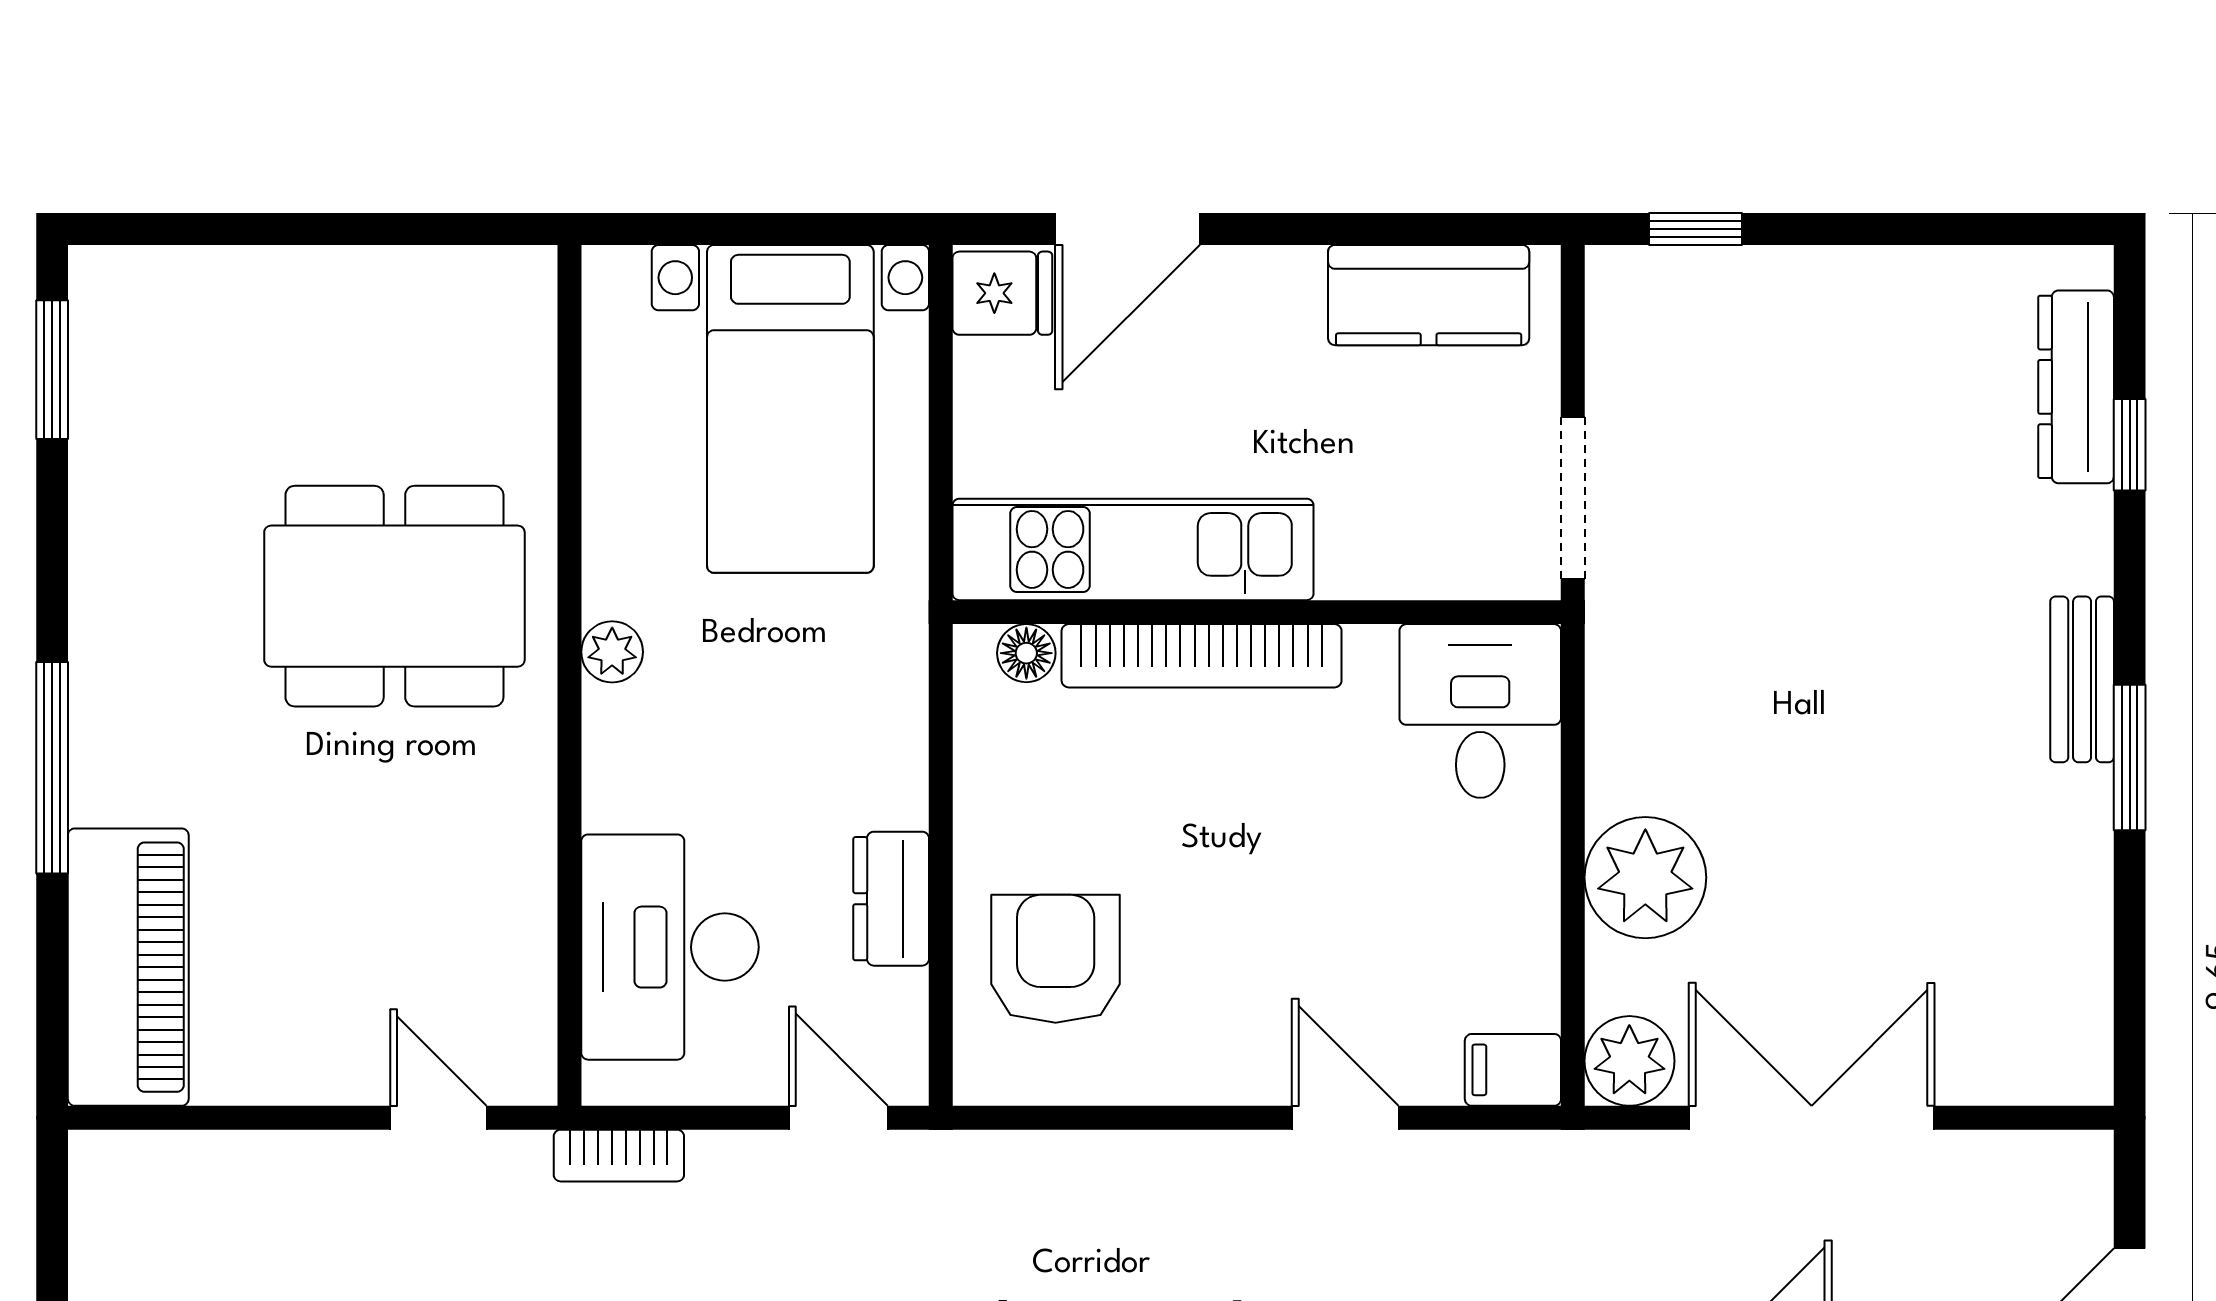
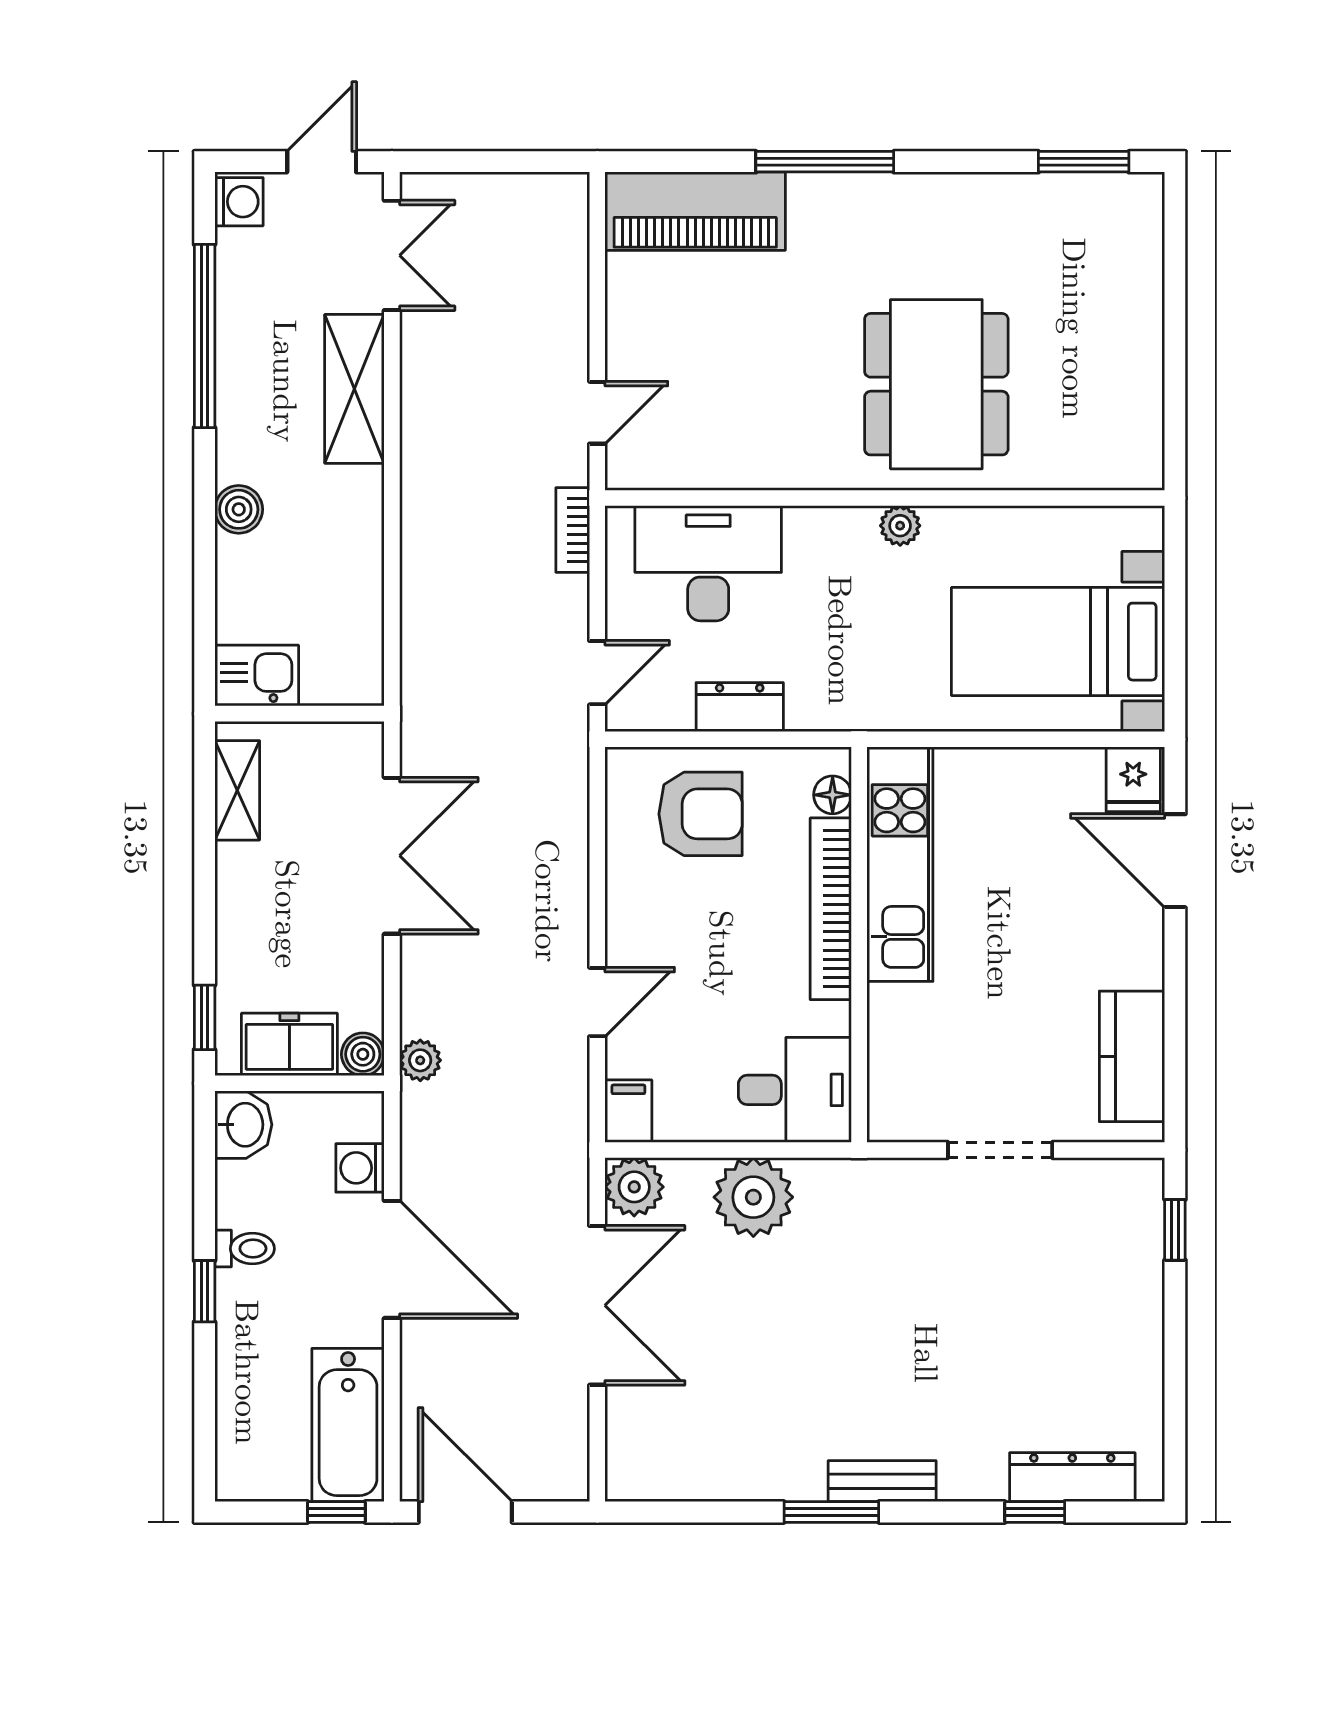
kitchen unit: (1133, 549) -> (900, 864), moved
wall: (1257, 612) -> (859, 945), moved
floor lamp: (1026, 653) -> (833, 795), moved
bookcase: (1202, 656) -> (831, 909), moved
desk: (1480, 711) -> (795, 1090), moved

